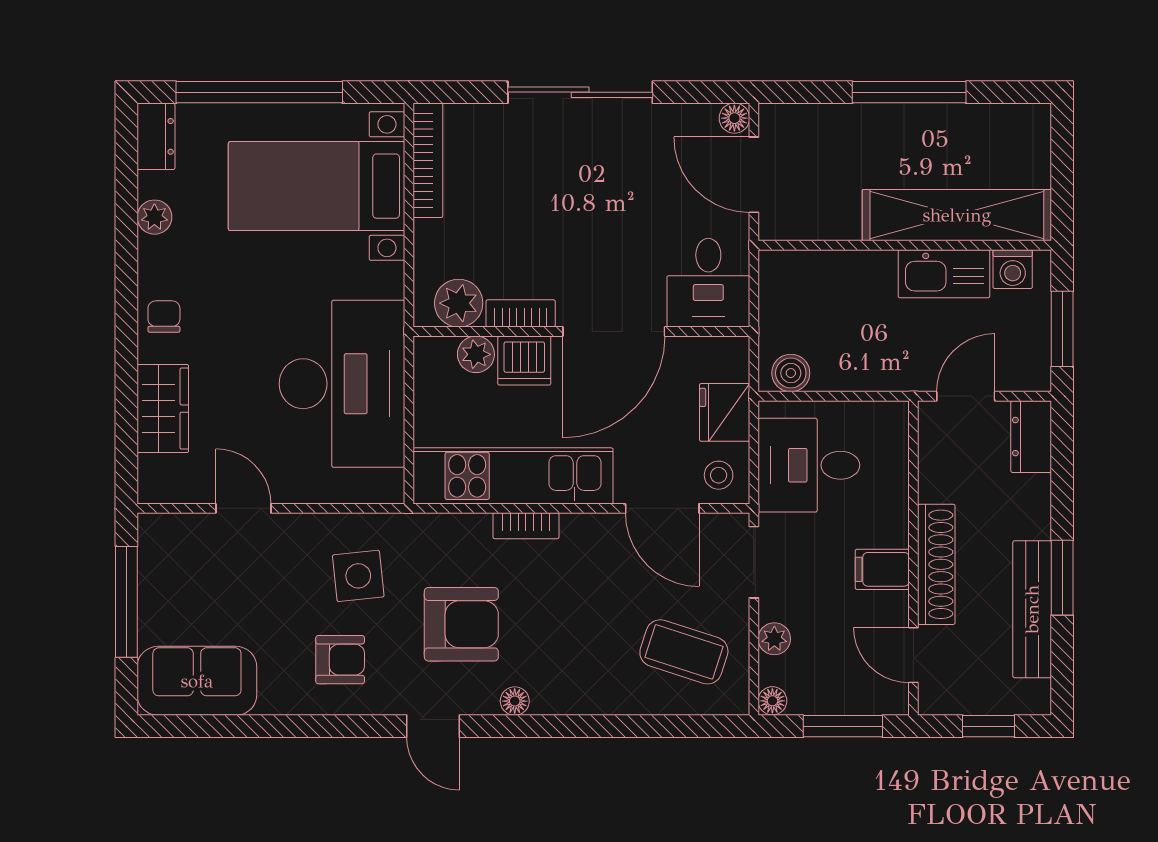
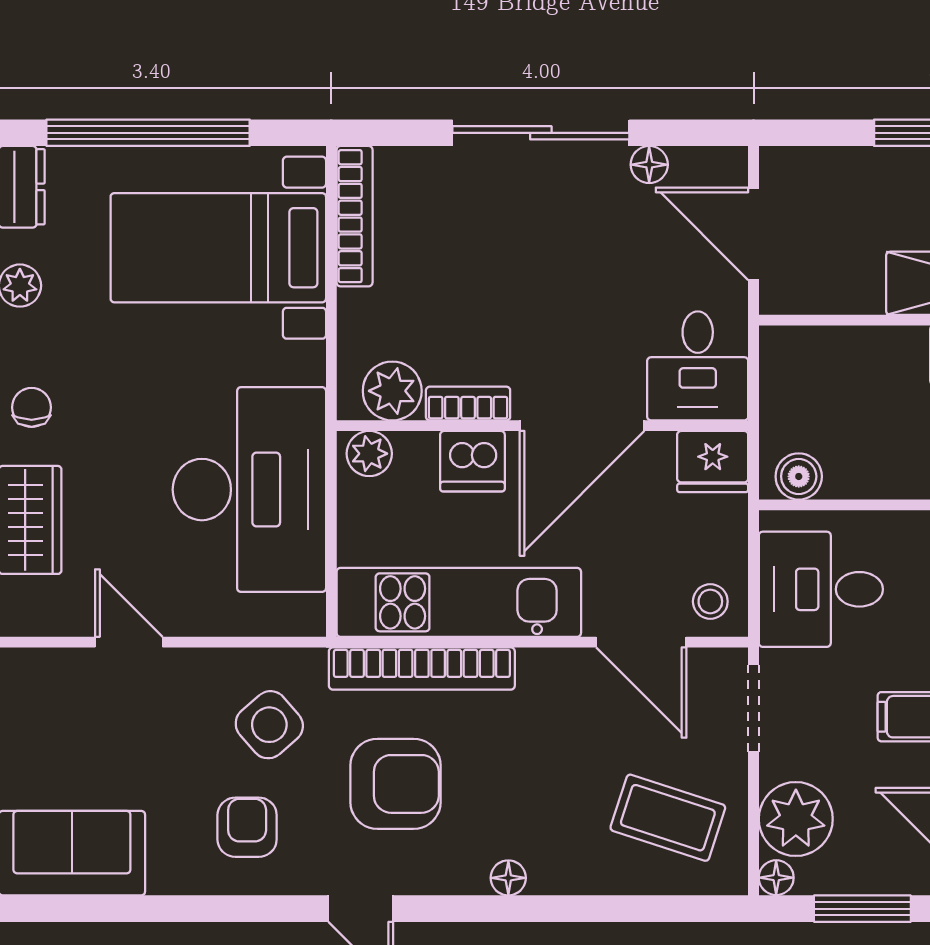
floor lamp: (734, 118) -> (649, 165), moved
plant: (476, 354) -> (369, 454), moved
fridge: (725, 412) -> (713, 462), moved, turned -90
bookcase: (526, 526) -> (422, 668), width x2.31, depth x1.31
side table: (358, 576) -> (269, 725), turned -35
plant: (774, 639) -> (796, 819), width x1.87, depth x1.87
armchair: (340, 660) -> (247, 827), turned -90
floor lamp: (515, 701) -> (508, 878), moved

